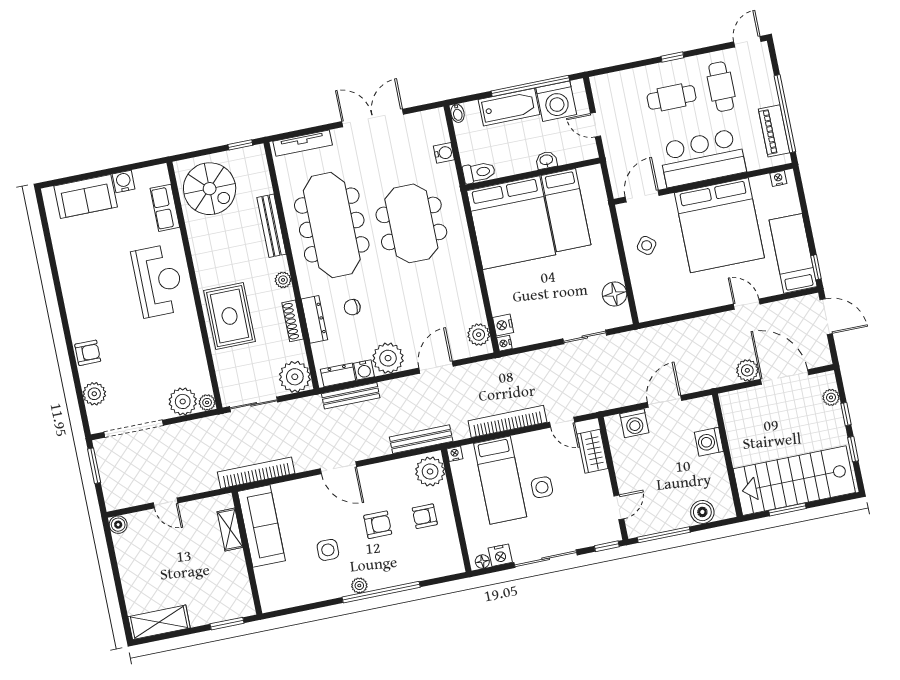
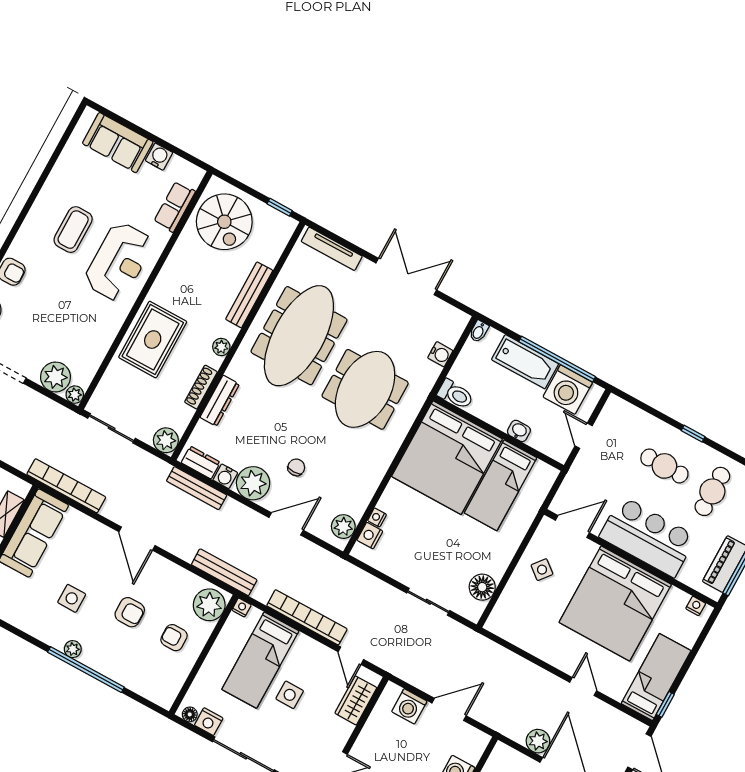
coffee table: (106, 286) -> (73, 230), added
chair: (352, 307) -> (296, 467), moved, turned 90
nightstand: (504, 343) -> (377, 517), moved
plant: (295, 377) -> (166, 440), width x0.73, depth x0.73

